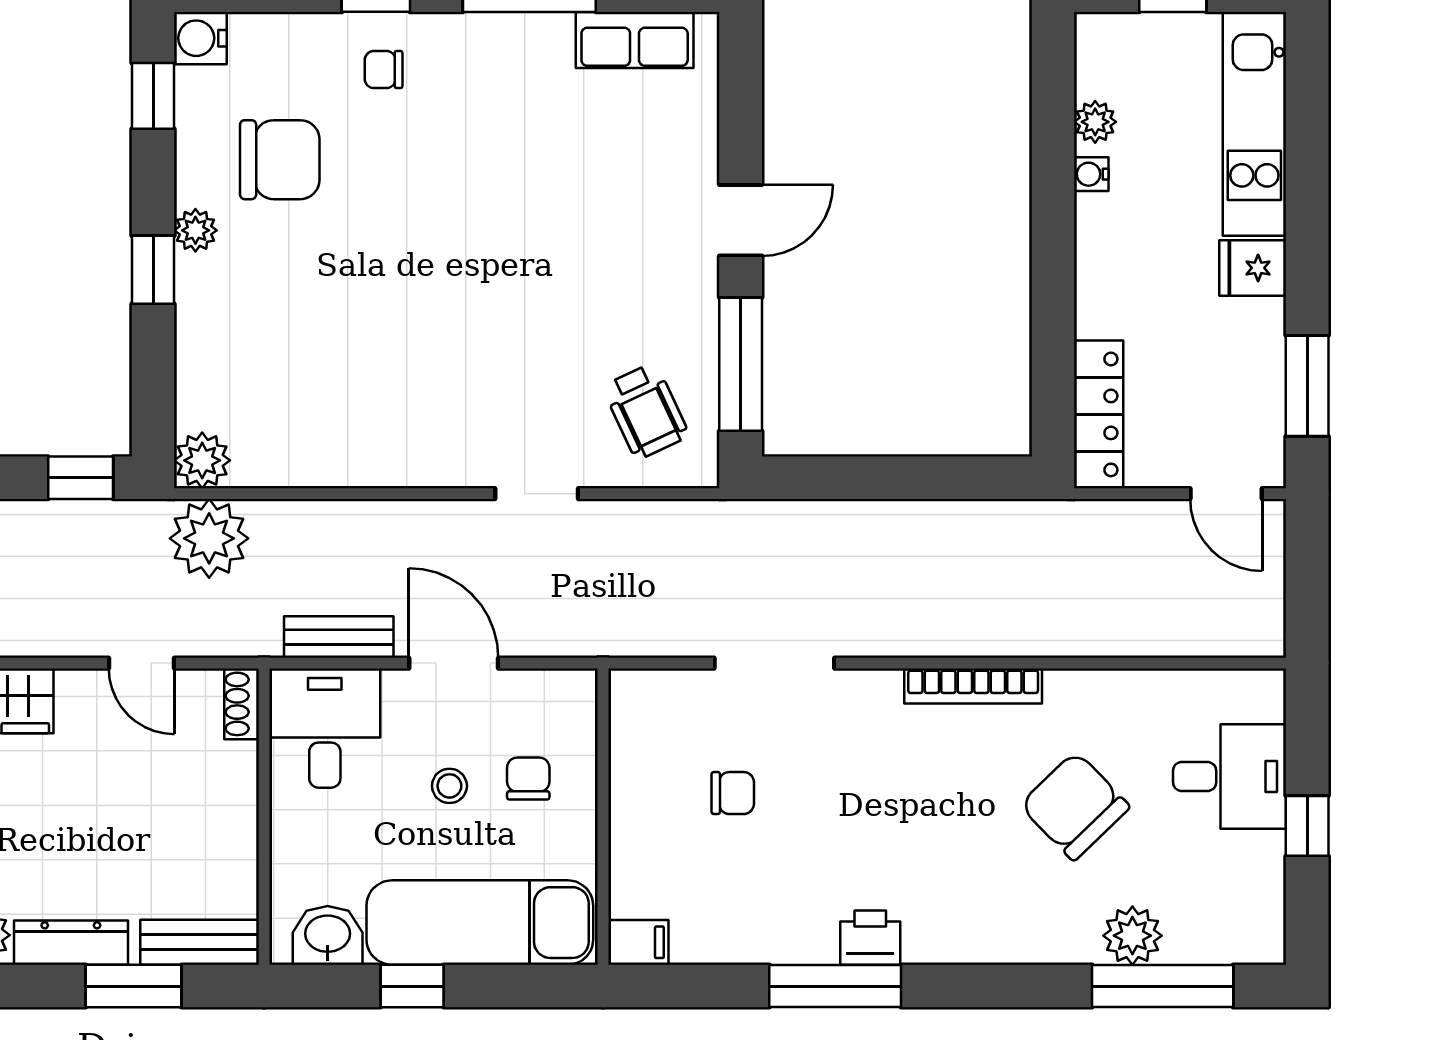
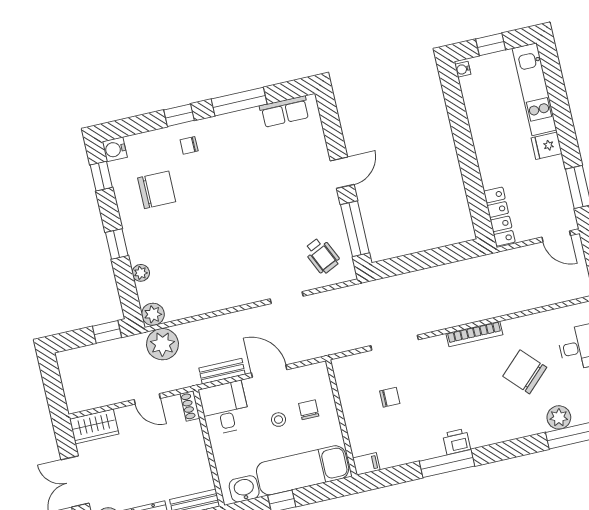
plant: (1095, 122) -> (472, 103), removed
water cooler: (1091, 174) -> (463, 69), moved
plant: (195, 230) -> (141, 273), moved

